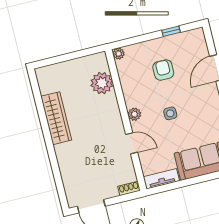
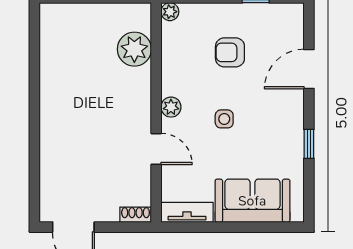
armchair: (163, 70) -> (230, 52), turned -90
wardrobe: (56, 118) -> (54, 84), removed

